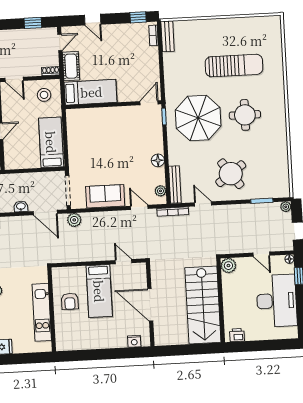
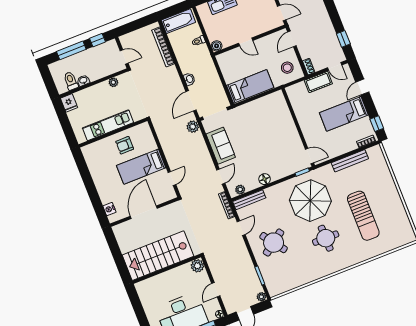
bench: (168, 36) -> (350, 161), moved, width x1.36
bed: (91, 92) -> (344, 114), moved, turned 90
printer: (237, 335) -> (143, 292), removed

